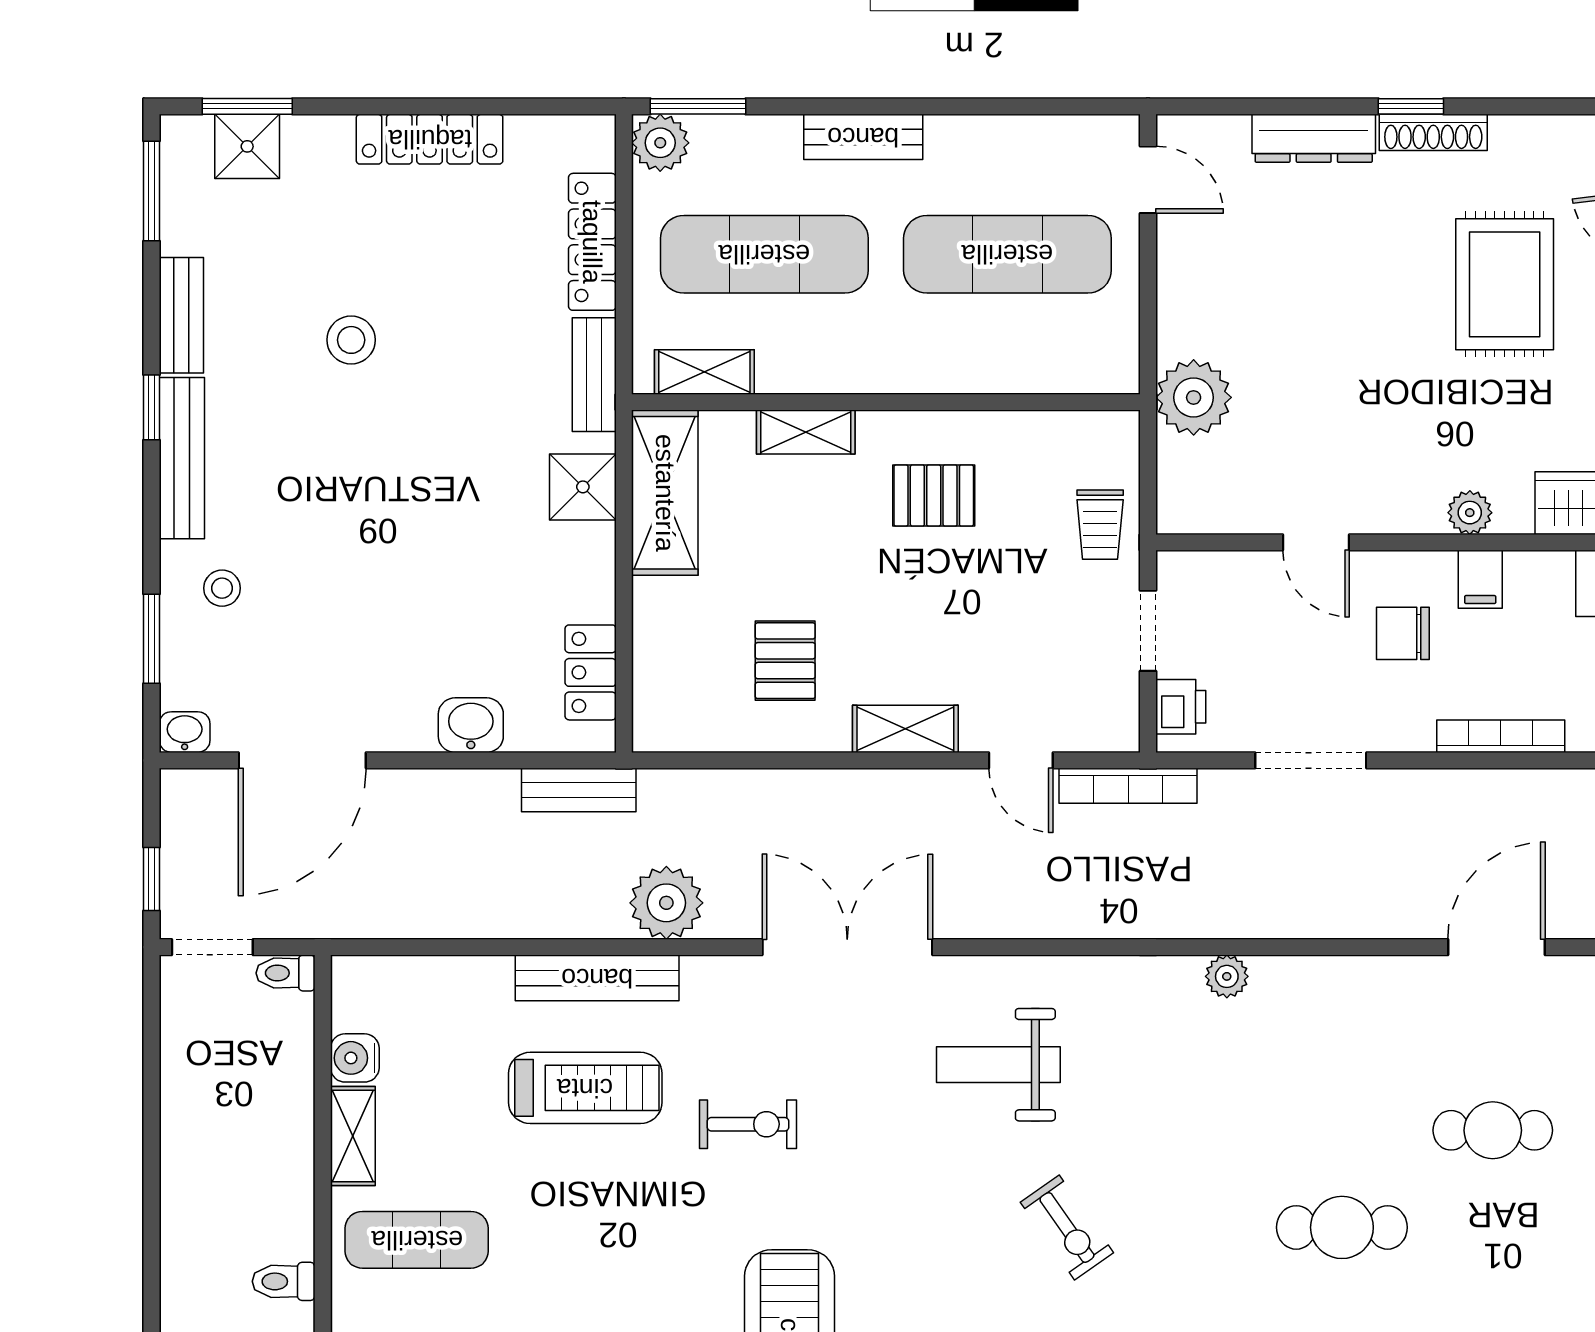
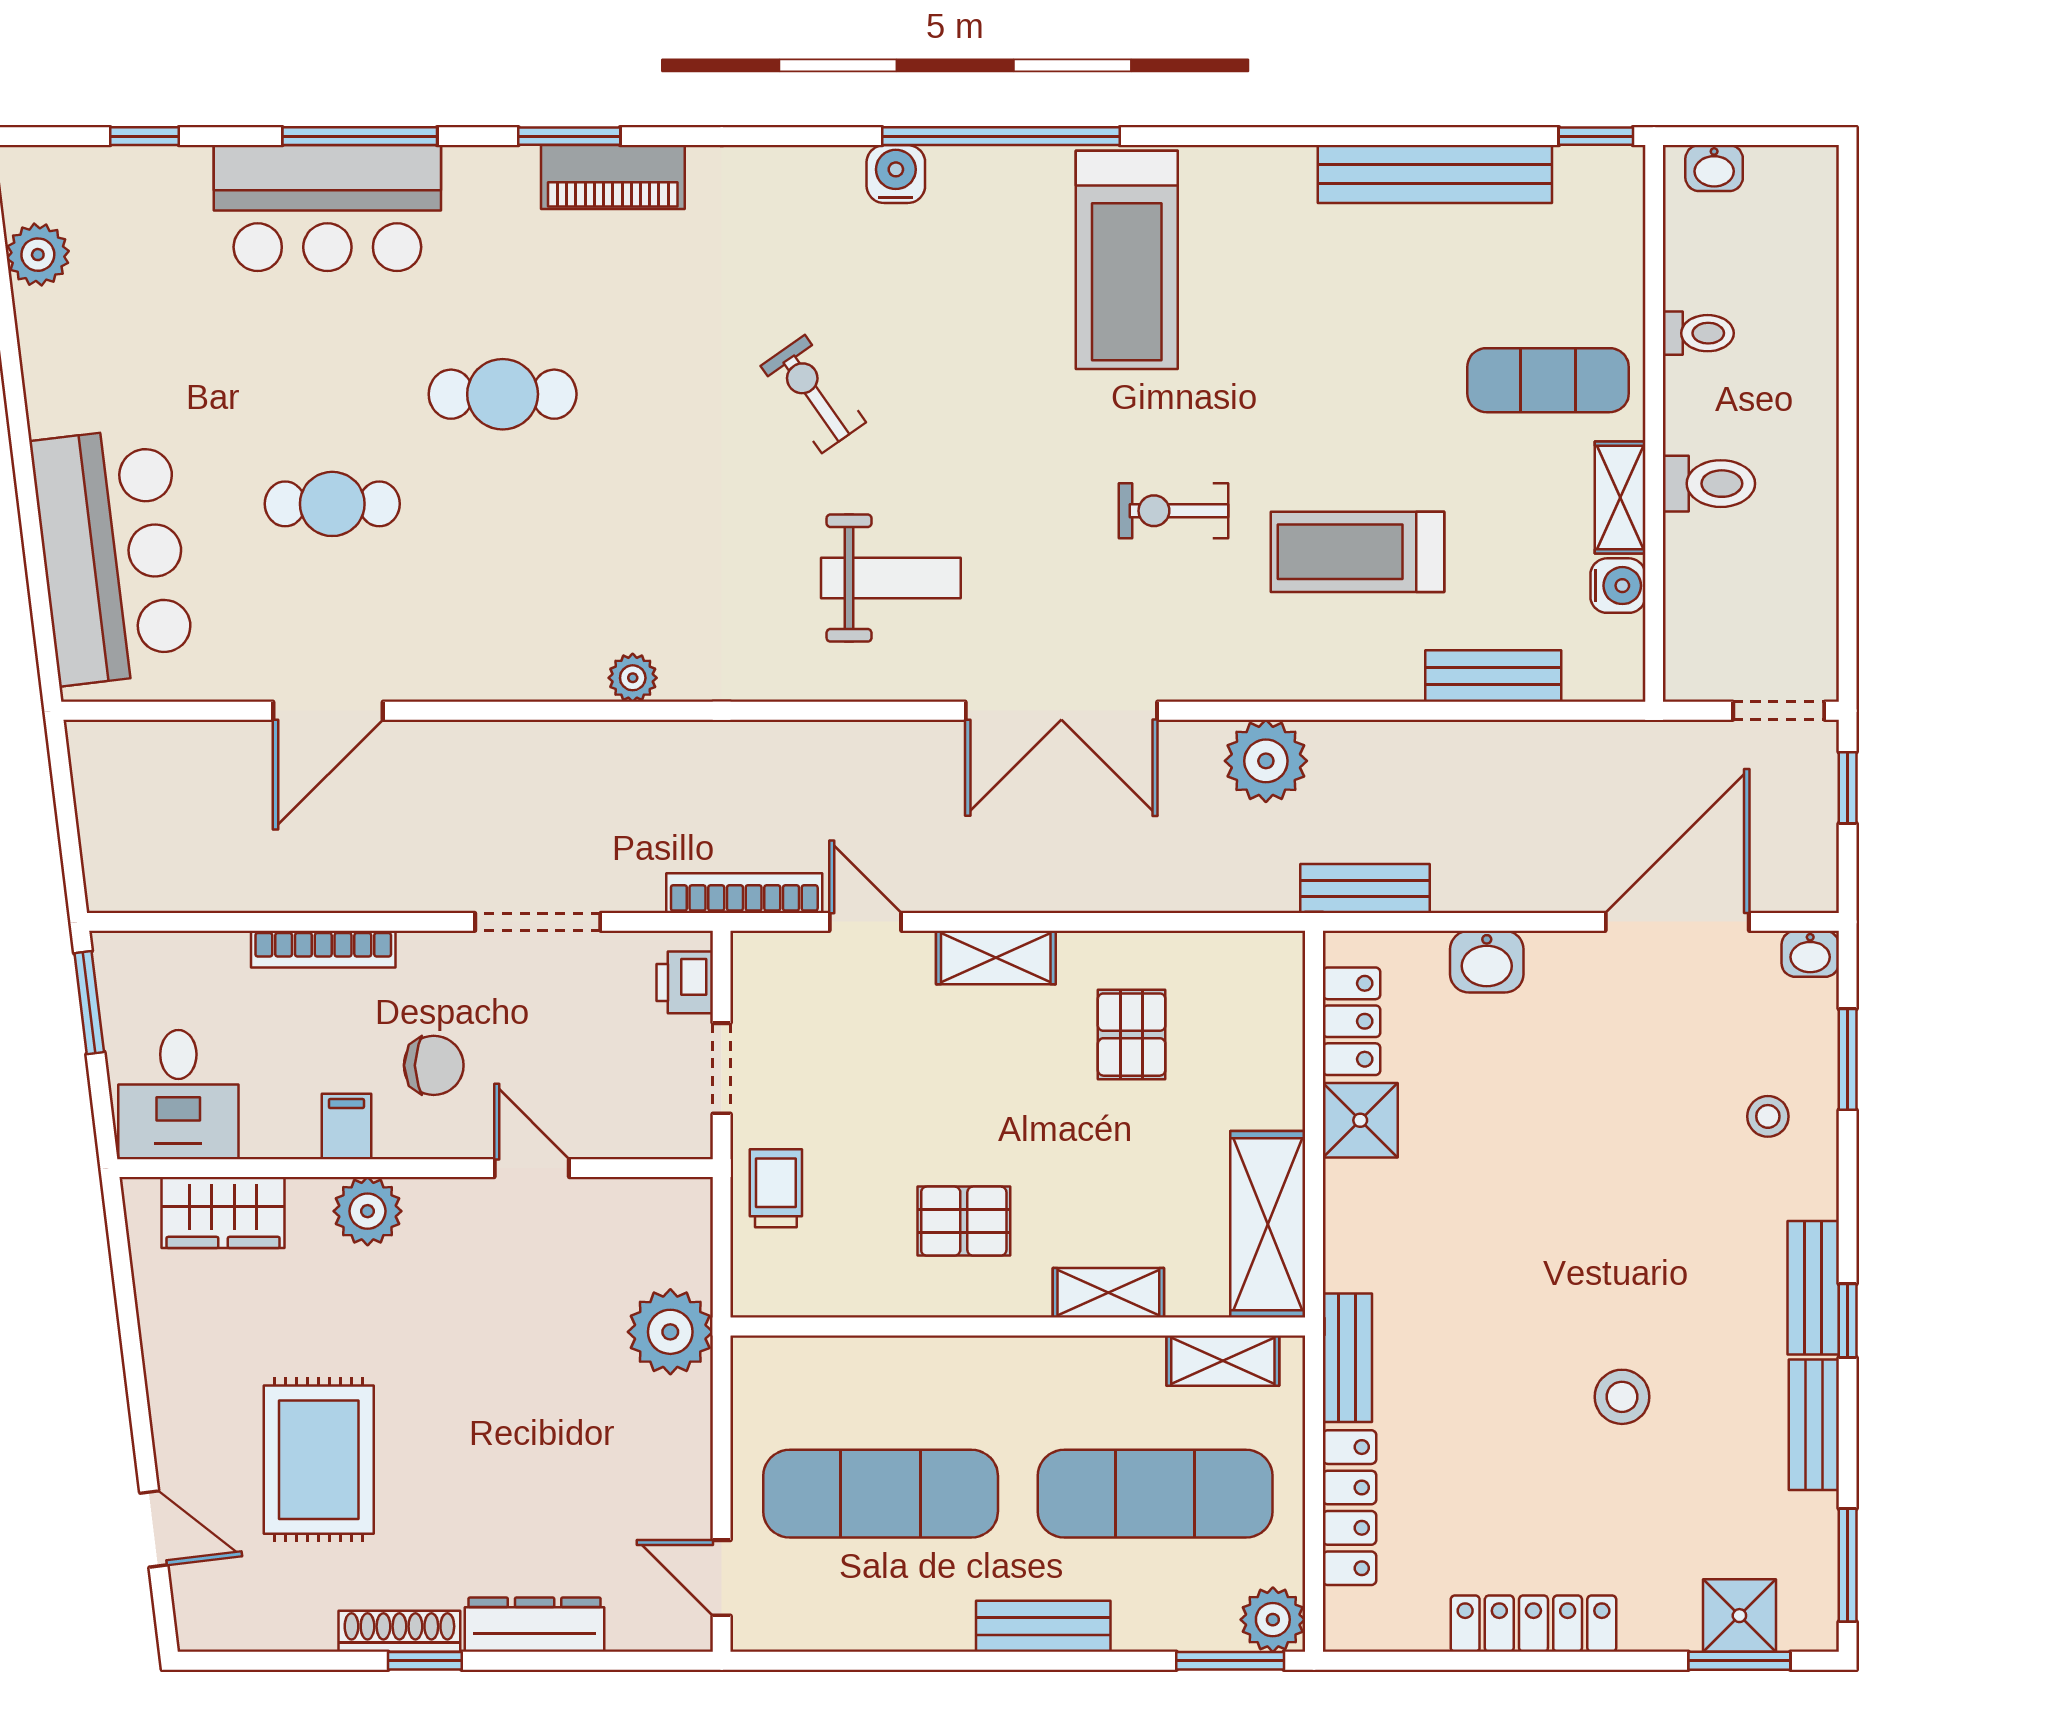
bench: (182, 458) -> (1813, 1288), width x0.73
shower: (583, 487) -> (1360, 1120), moved
plant: (1470, 513) -> (368, 1211), width x1.38, depth x1.38
toilet: (286, 973) -> (1709, 484), moved, width x1.37, depth x1.39
bench: (597, 978) -> (1493, 676), moved, width x0.73

